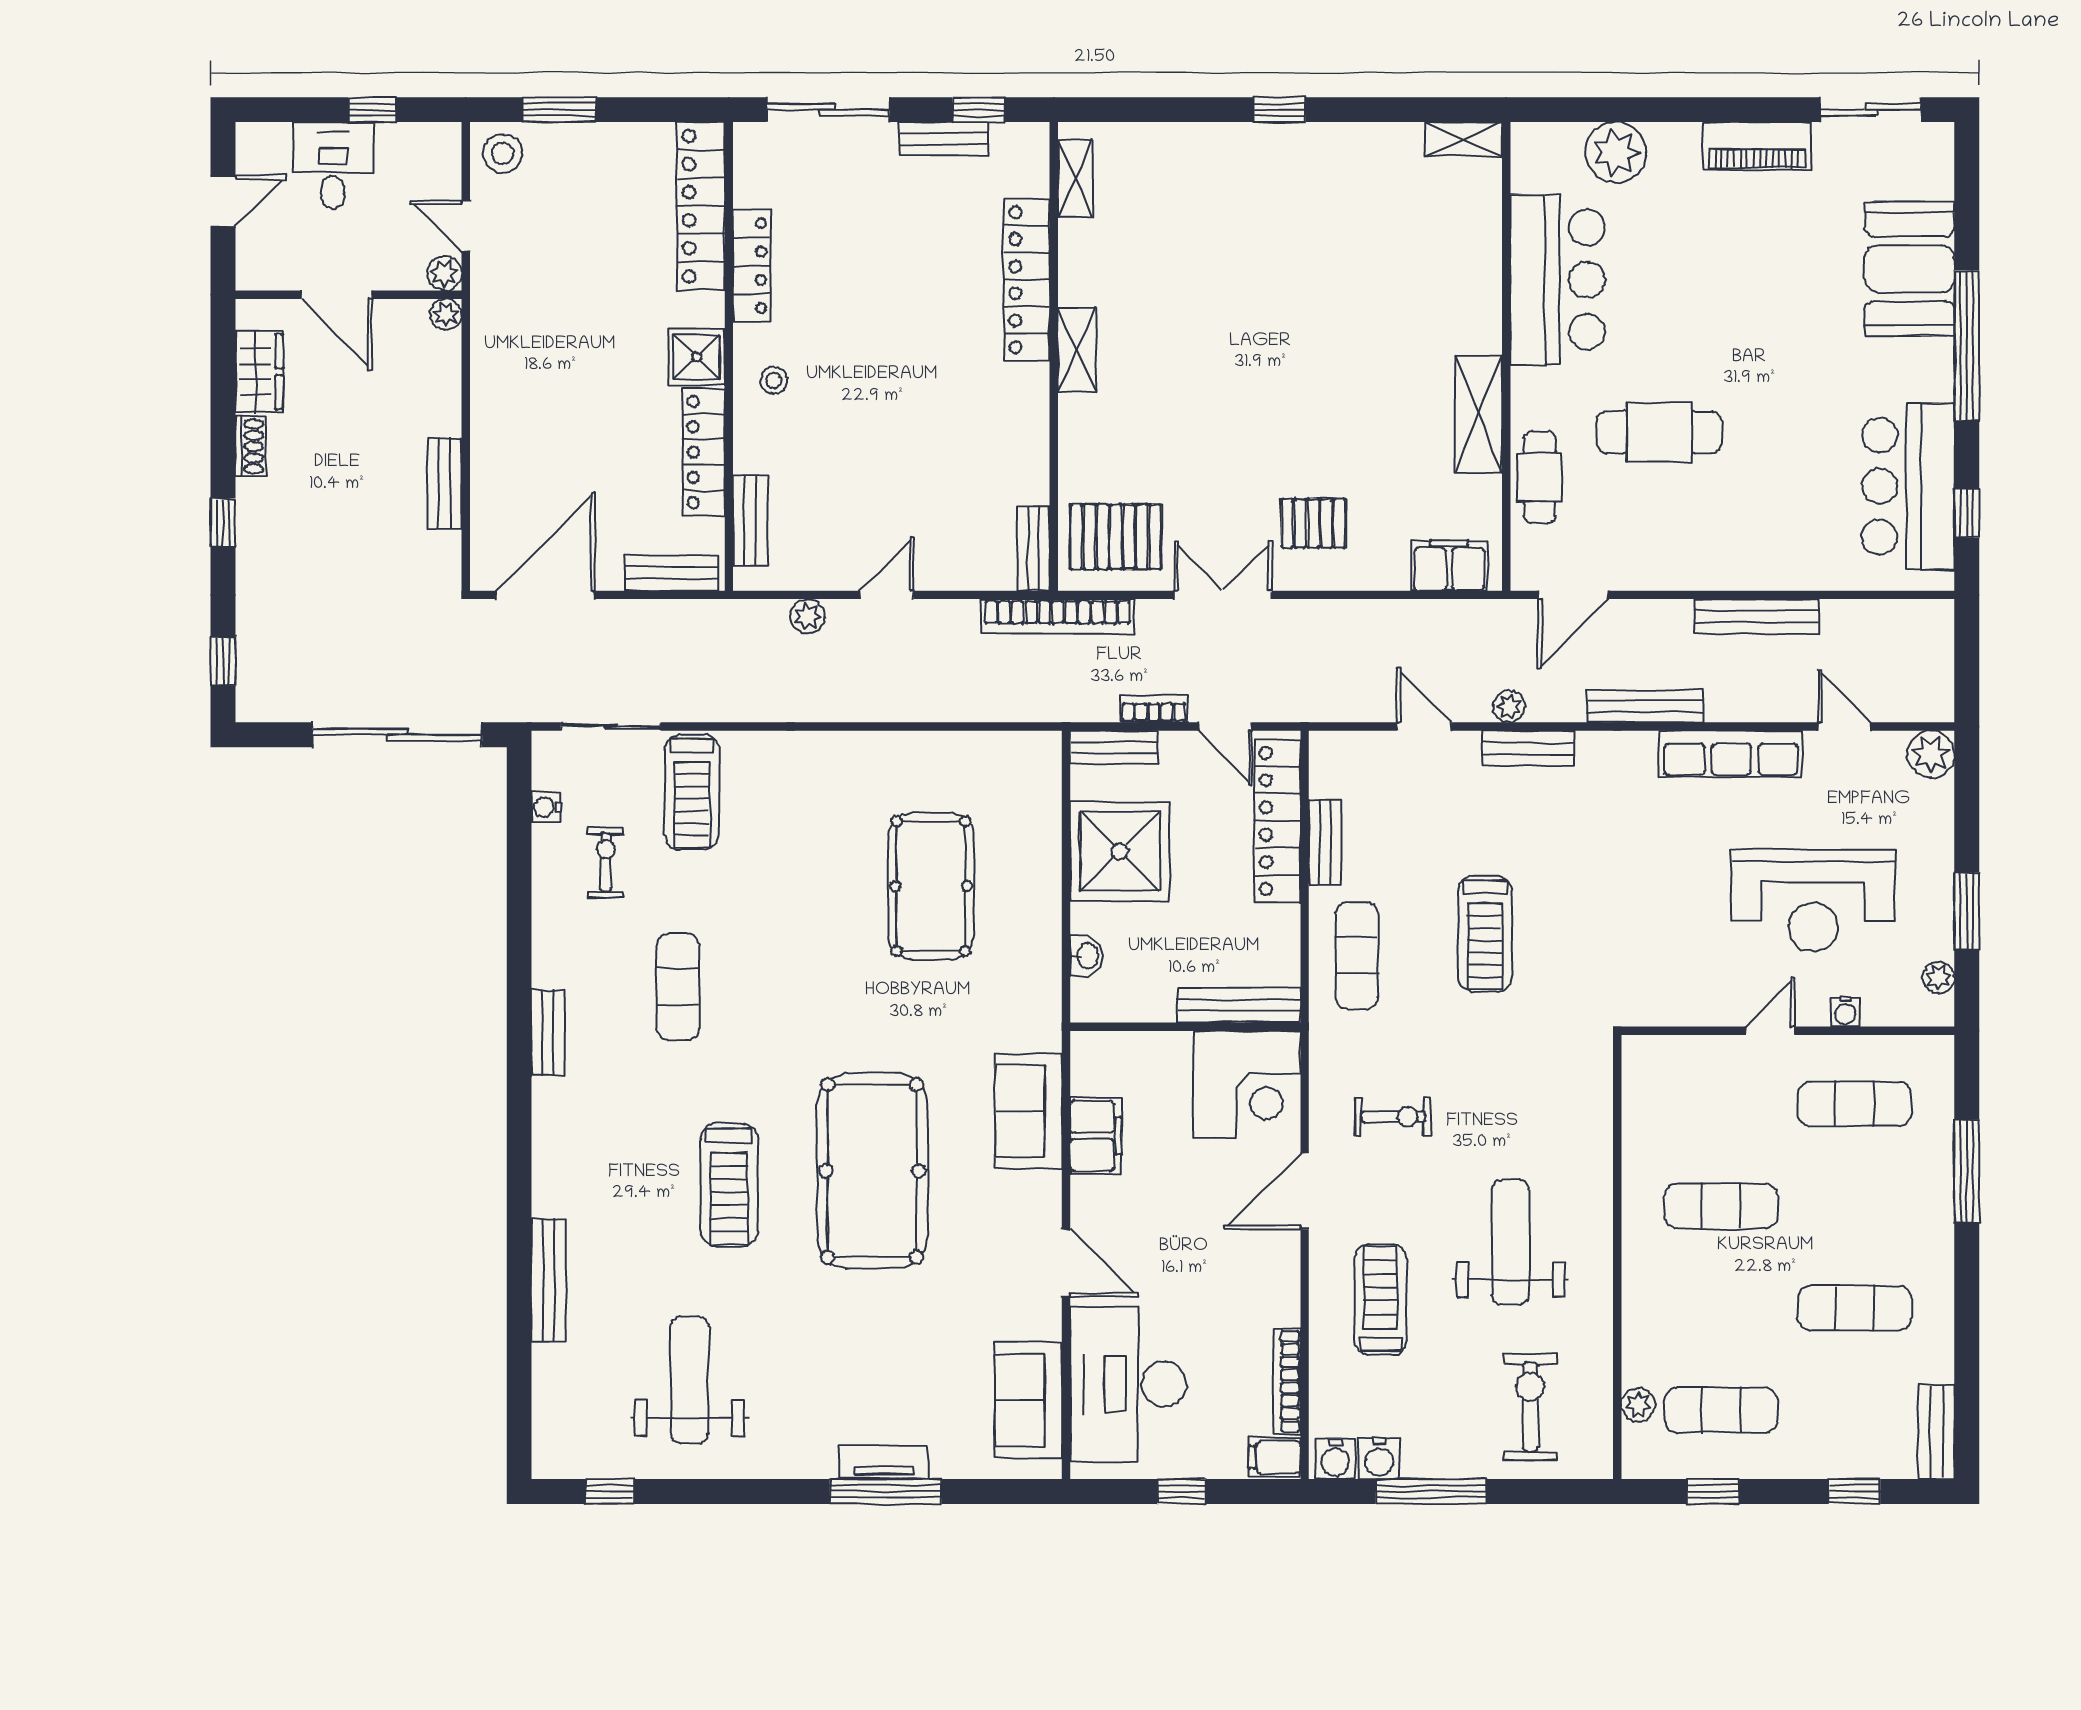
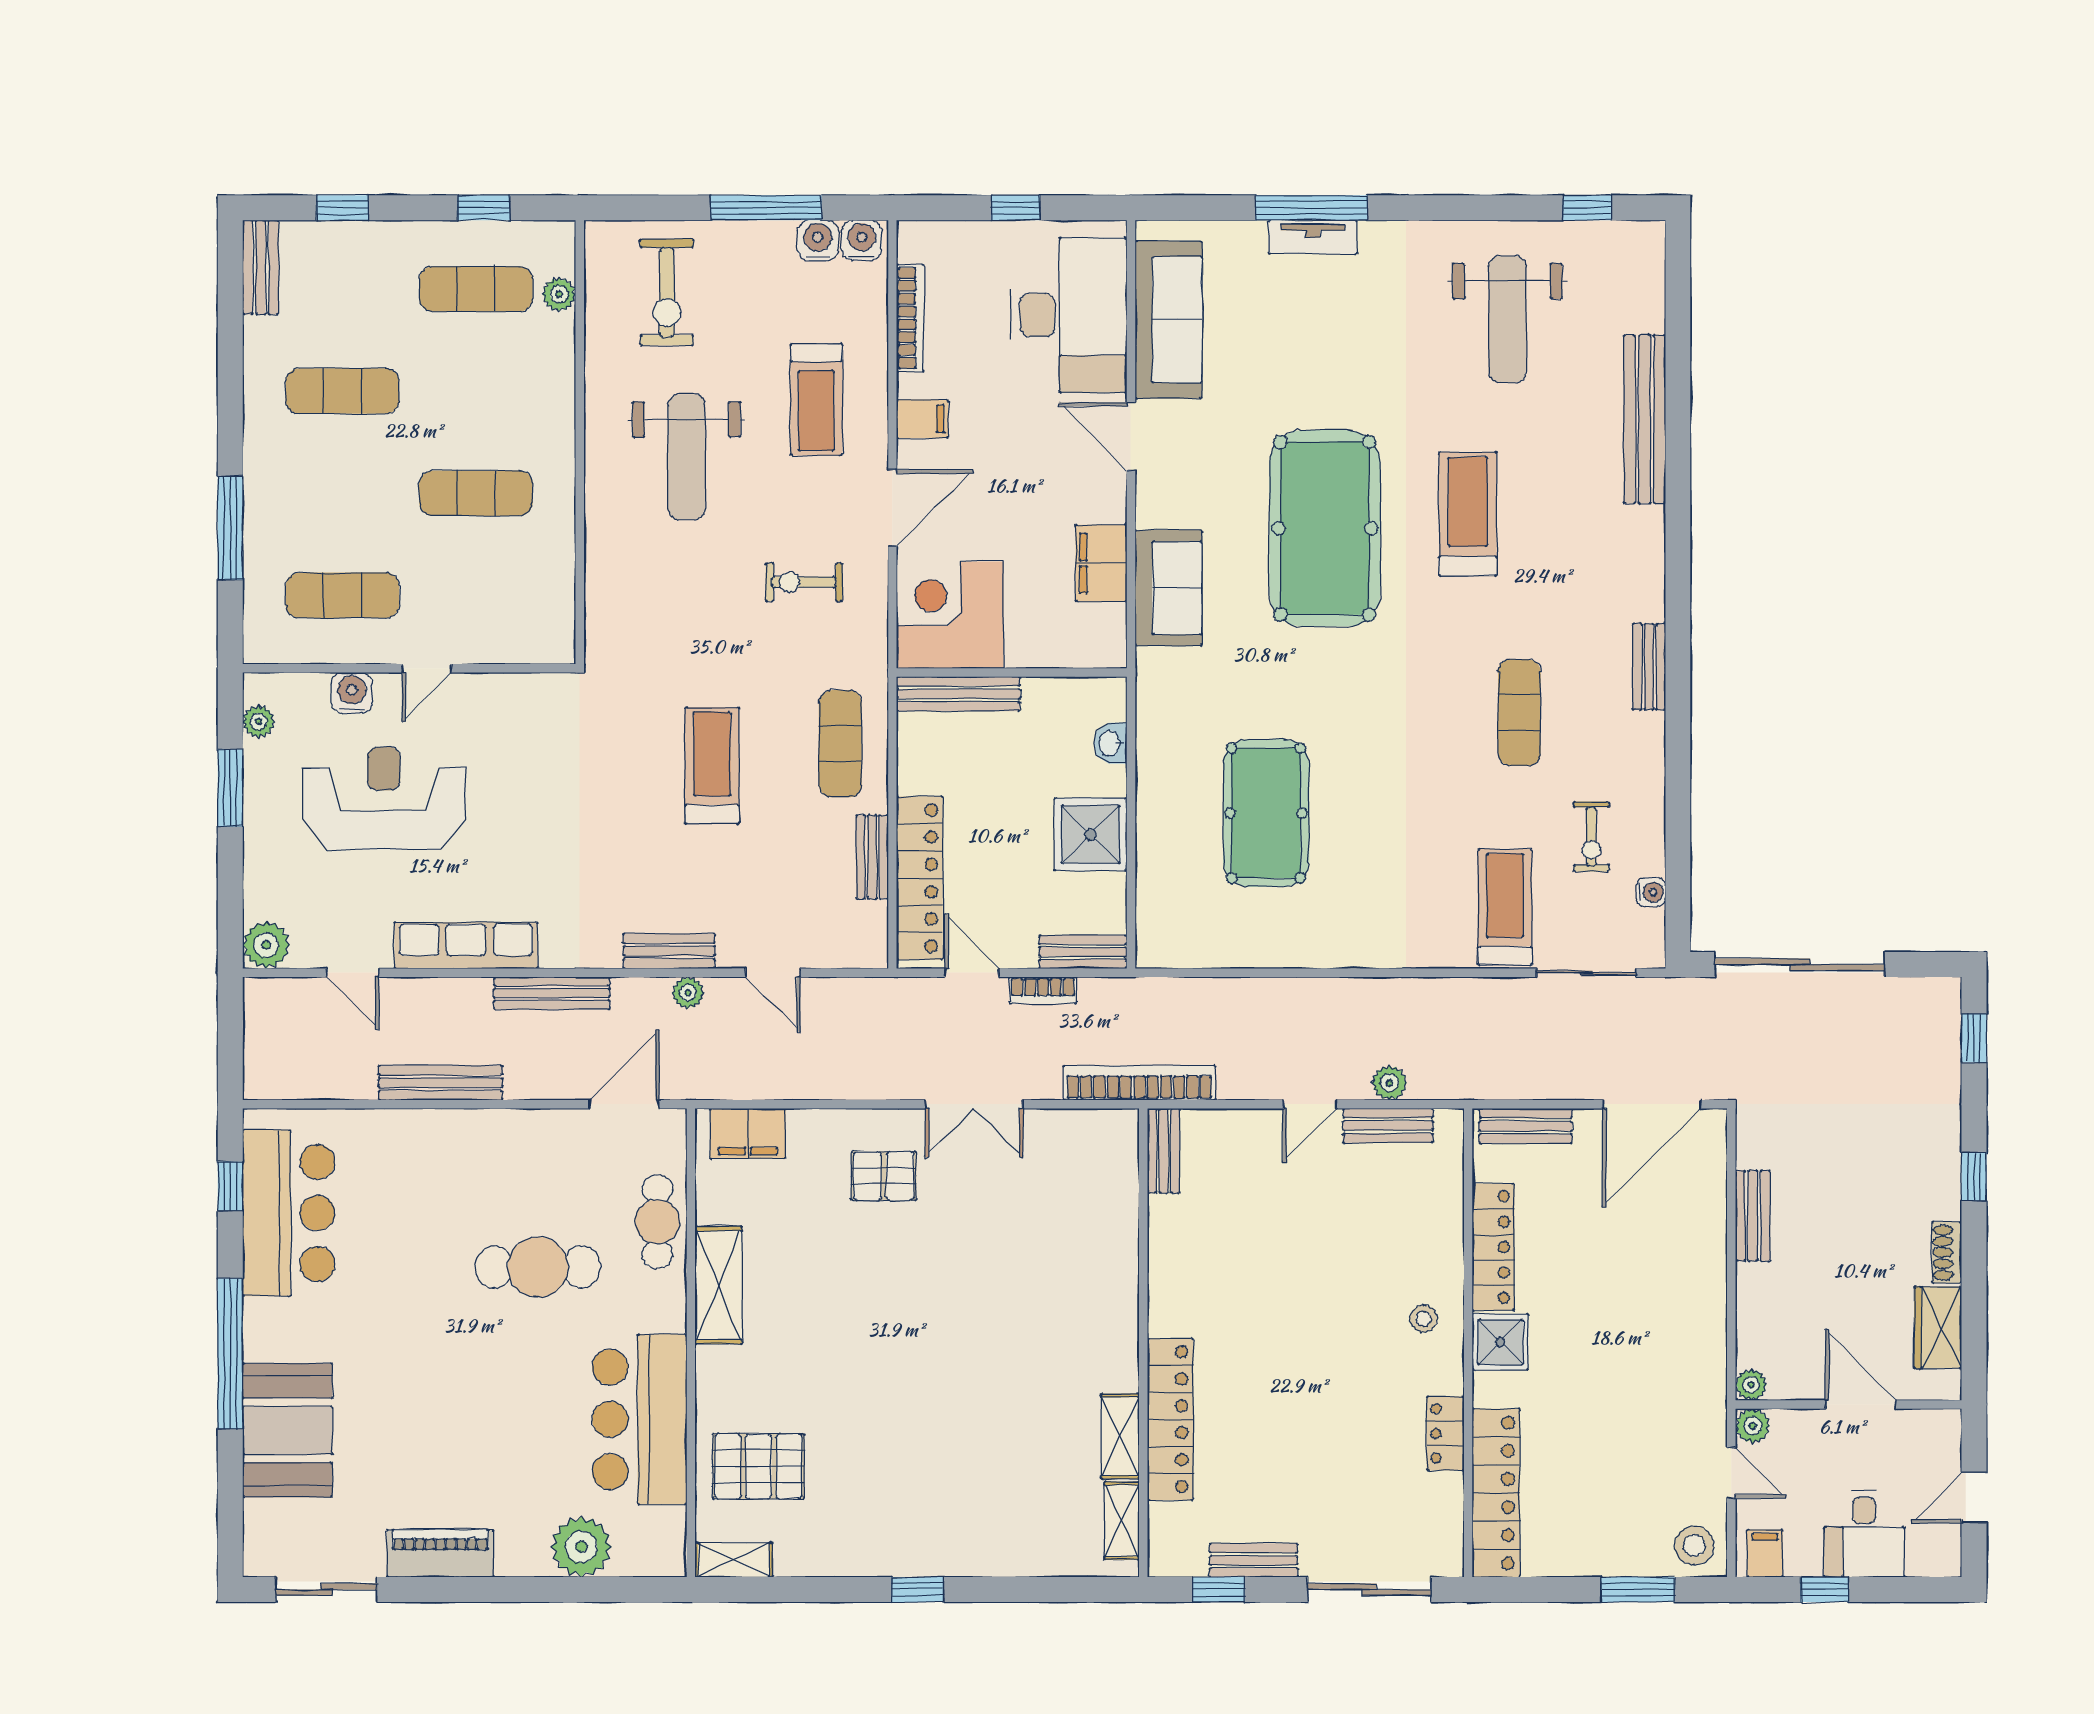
filing cabinet: (432, 146) -> (1765, 1553), added
locker: (752, 266) -> (1445, 1433), width x0.66
shelving: (1077, 350) -> (1120, 1436), moved
bench: (750, 521) -> (1388, 1126), moved, turned 90
pallet: (1116, 537) -> (758, 1466), moved
shower: (1120, 851) -> (1091, 834), width x0.73, depth x0.73
water cooler: (1845, 1012) -> (352, 693), width x1.38, depth x1.38
bench: (549, 1280) -> (1645, 419), width x1.37, depth x1.21
sofa: (1028, 1400) -> (1169, 320), width x1.36
filing cabinet: (1275, 1457) -> (922, 419), moved

